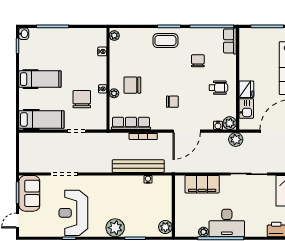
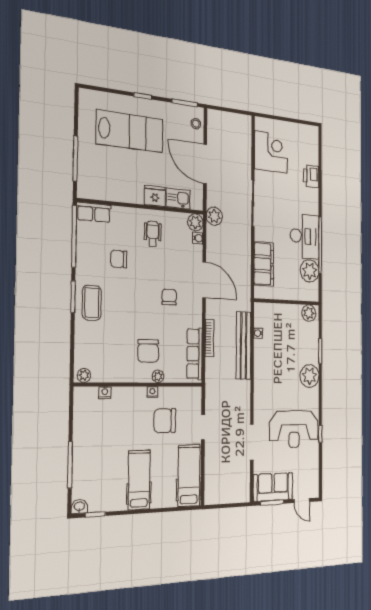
plant: (203, 232) -> (310, 271), width x1.87, depth x1.87

